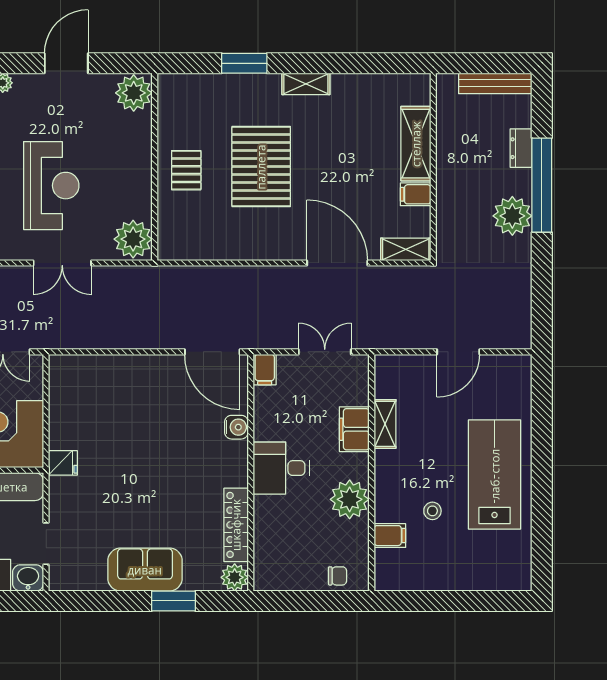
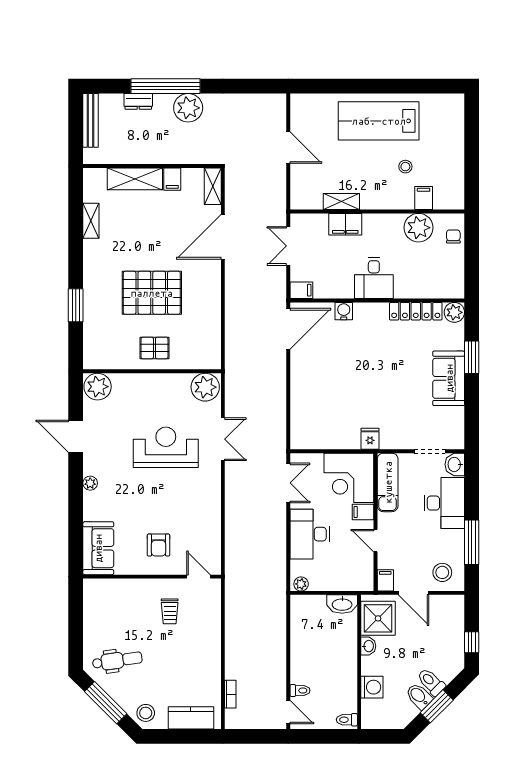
shelving: (306, 84) -> (91, 221), moved
plant: (350, 499) -> (418, 228), moved

